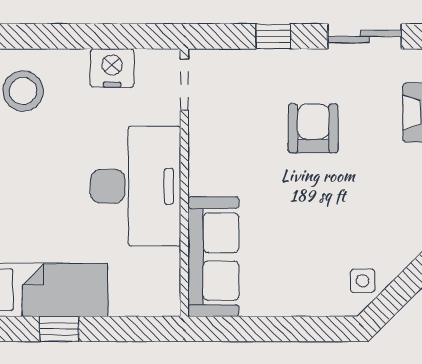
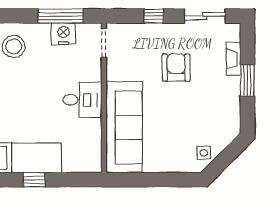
window: (107, 36) -> (61, 16), added
desk: (136, 186) -> (82, 100), width x0.53, depth x0.77
sofa: (213, 257) -> (124, 127), width x1.36, depth x1.27

